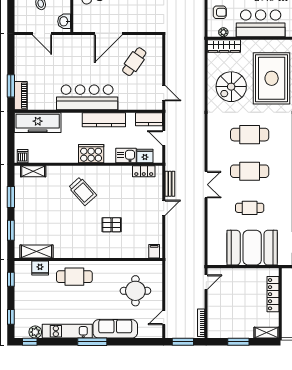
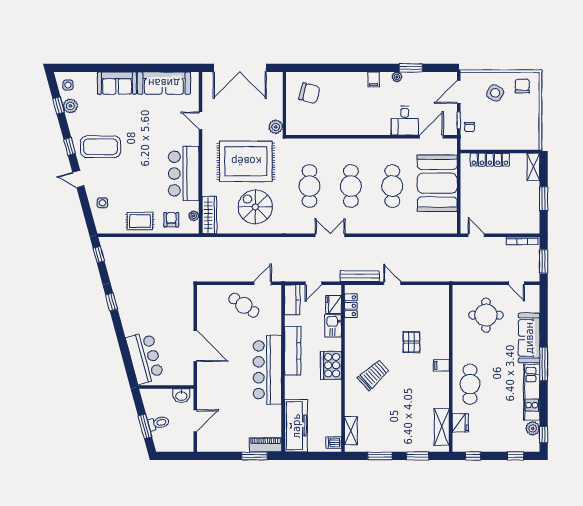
cafe table: (134, 62) -> (244, 305), moved
spiral stairs: (231, 87) -> (255, 207), turned 180
bench: (170, 184) -> (360, 276), width x1.36
double door: (206, 185) -> (330, 235), moved
cafe table: (250, 208) -> (392, 186), width x1.37, depth x1.35
filing cabinet: (154, 251) -> (441, 365), moved

